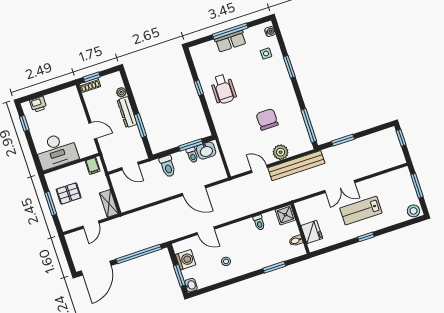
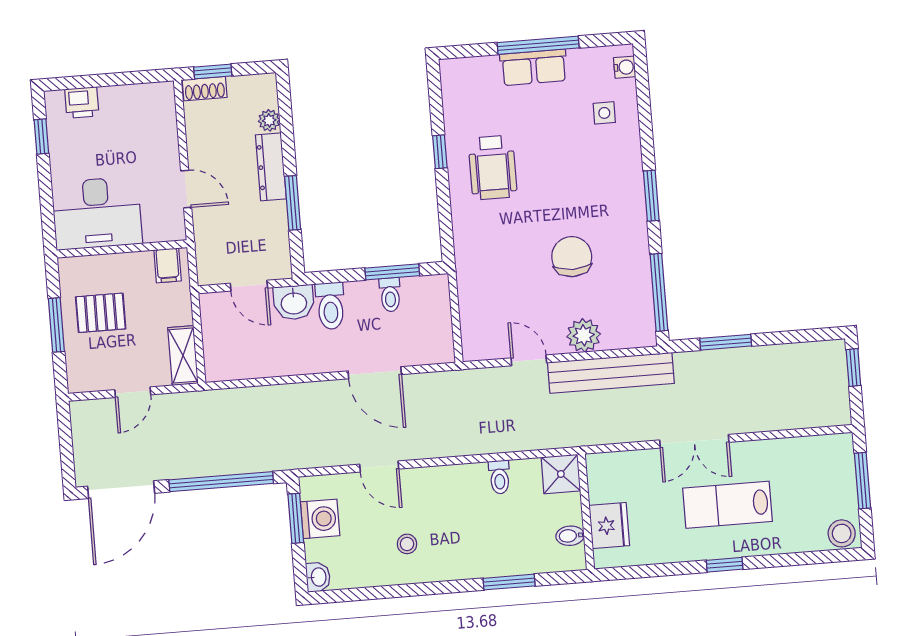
window: (289, 67) -> (651, 196), moved
washbasin: (206, 151) -> (294, 302), moved
window: (179, 275) -> (296, 518), moved

